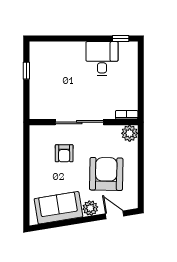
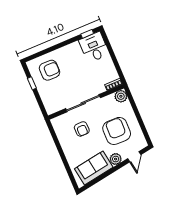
desk: (102, 59) -> (94, 47), moved
armchair: (55, 64) -> (50, 70), added
door: (115, 215) -> (134, 157), swing flipped

